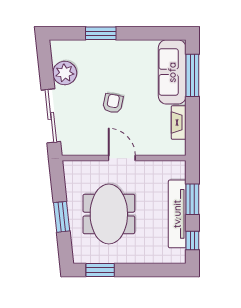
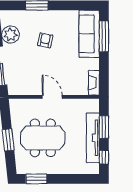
armchair: (113, 103) -> (45, 40), moved
fireplace: (179, 122) -> (94, 83), moved
meeting table: (109, 214) -> (43, 138), turned 90

